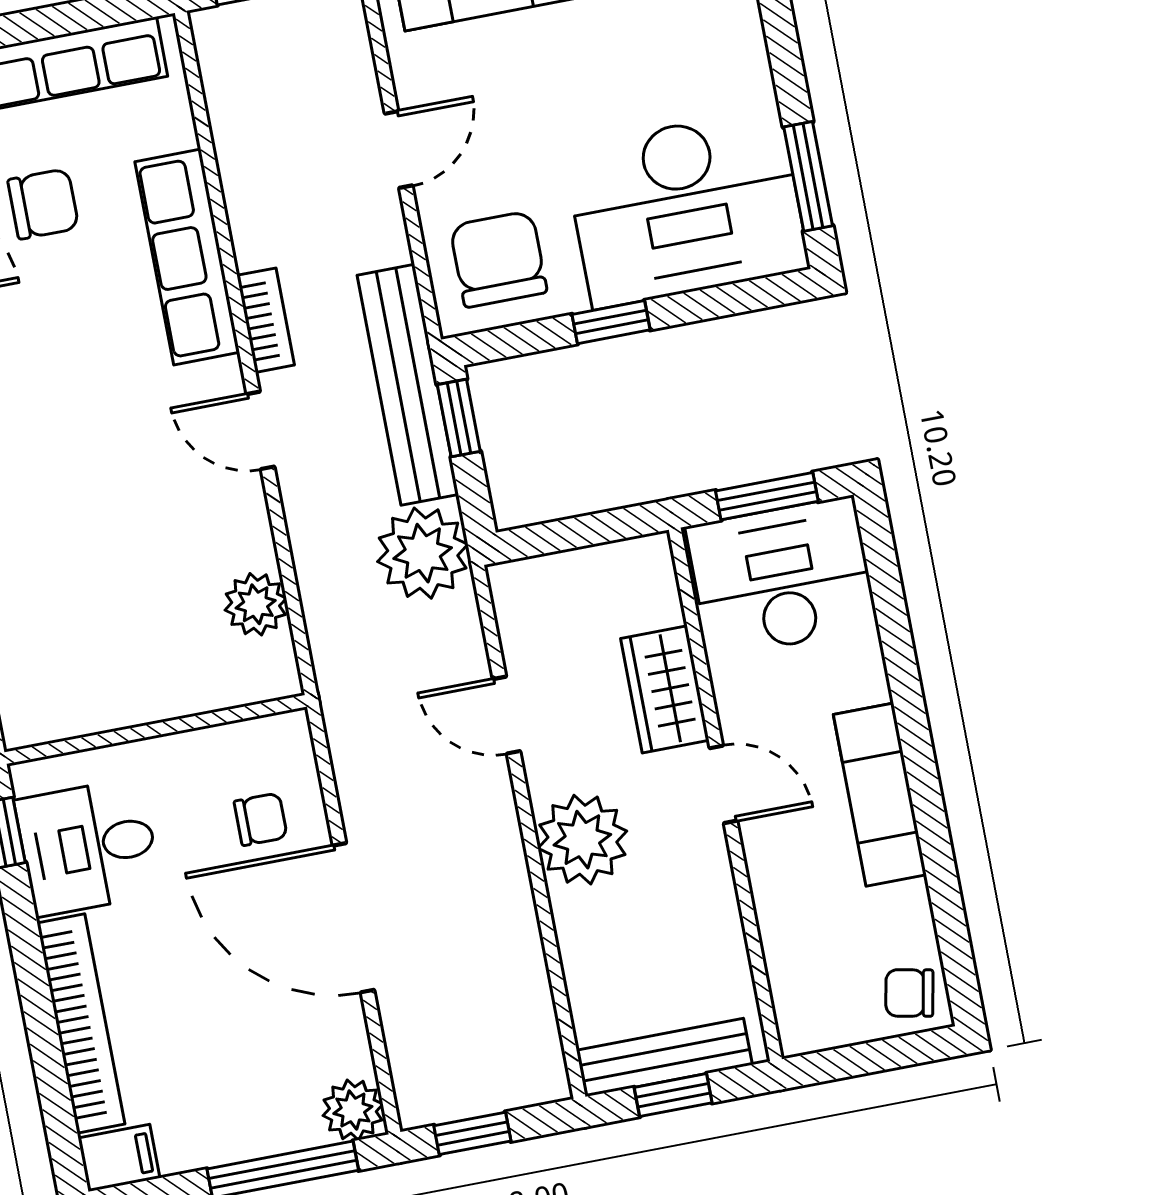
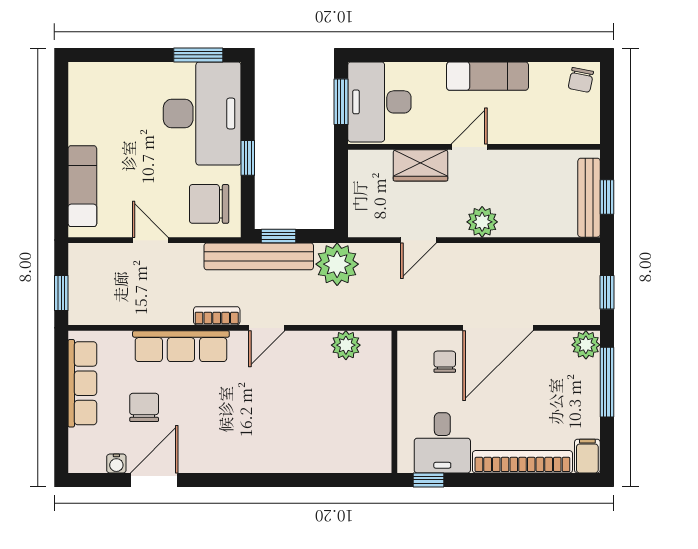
plant: (582, 840) -> (482, 222), width x0.73, depth x0.73

